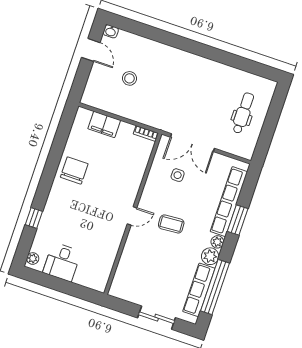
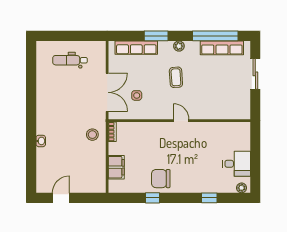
washbasin: (111, 31) -> (41, 141), moved
stool: (129, 78) -> (92, 135), moved
window: (56, 154) -> (152, 198), added
row of seats: (229, 202) -> (136, 48), width x0.73
coffee table: (171, 224) -> (176, 77), moved
plant: (210, 256) -> (192, 48), removed

